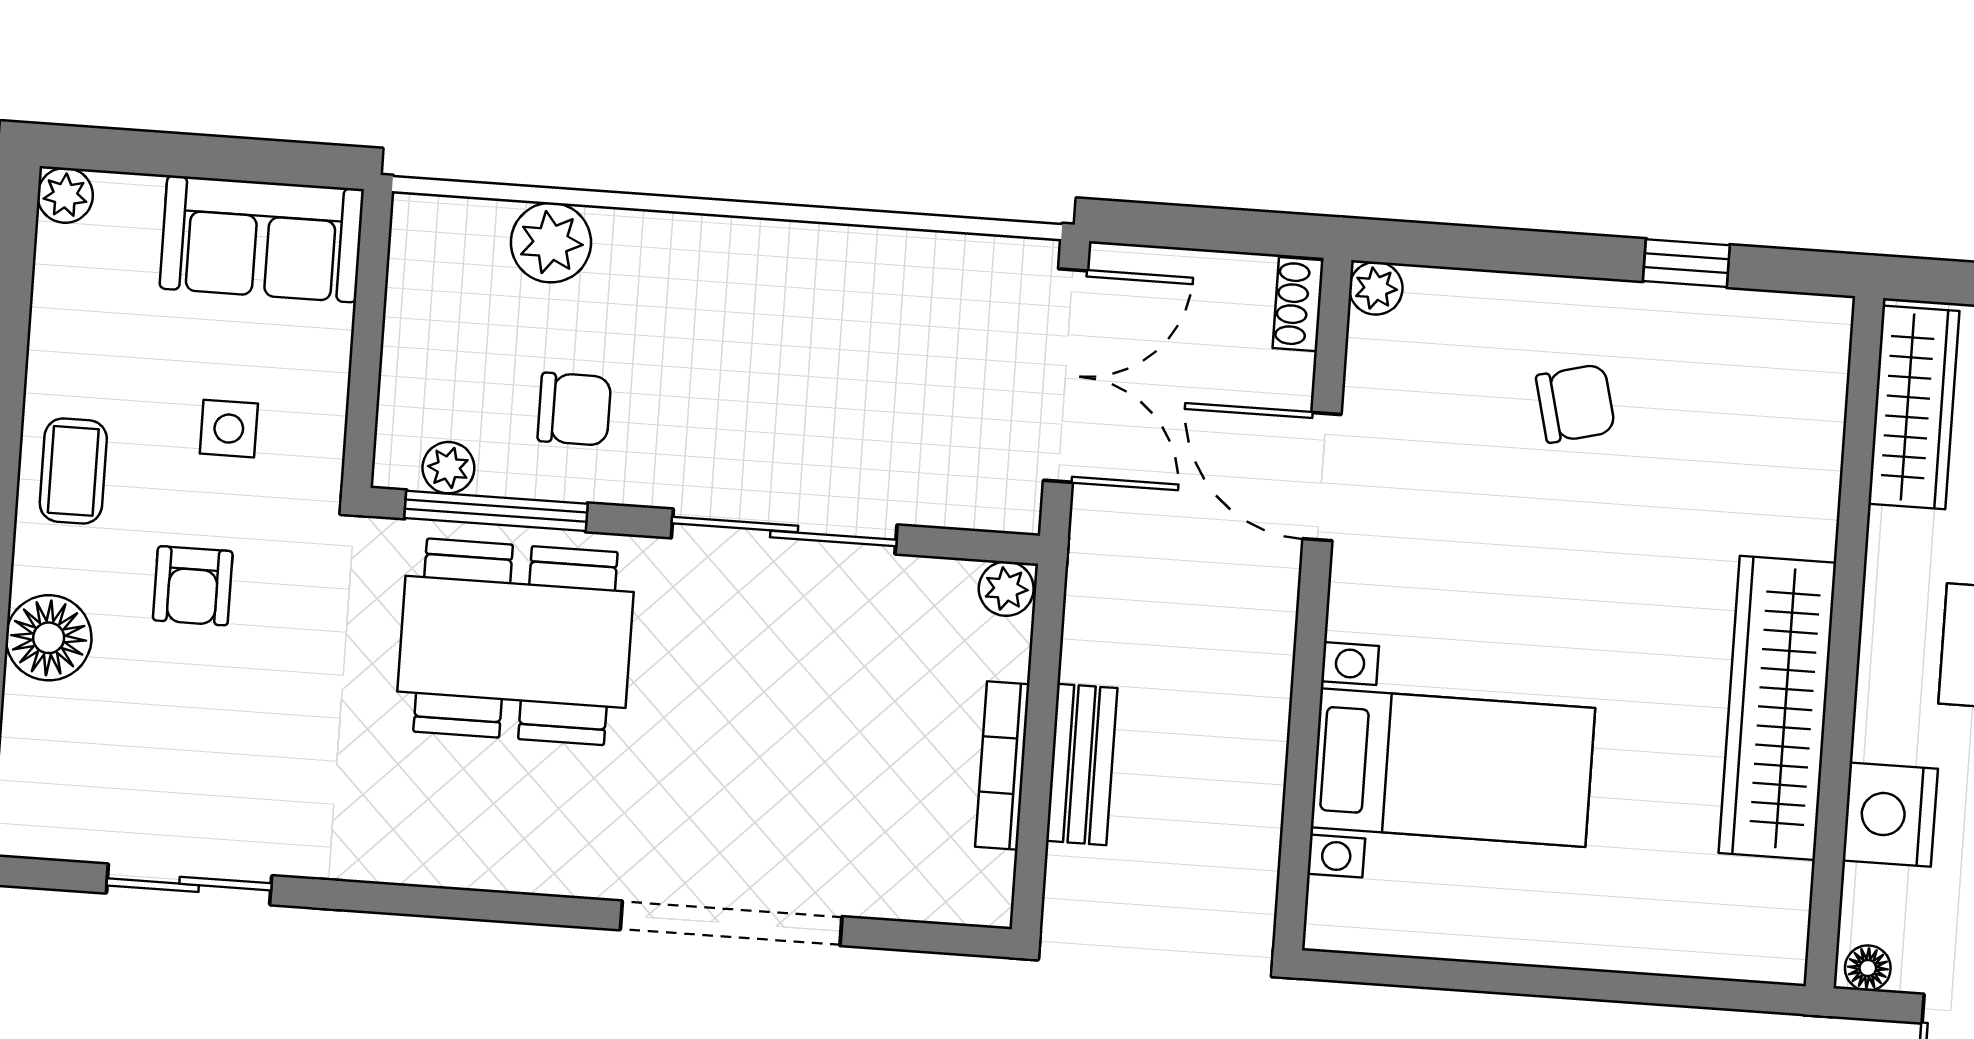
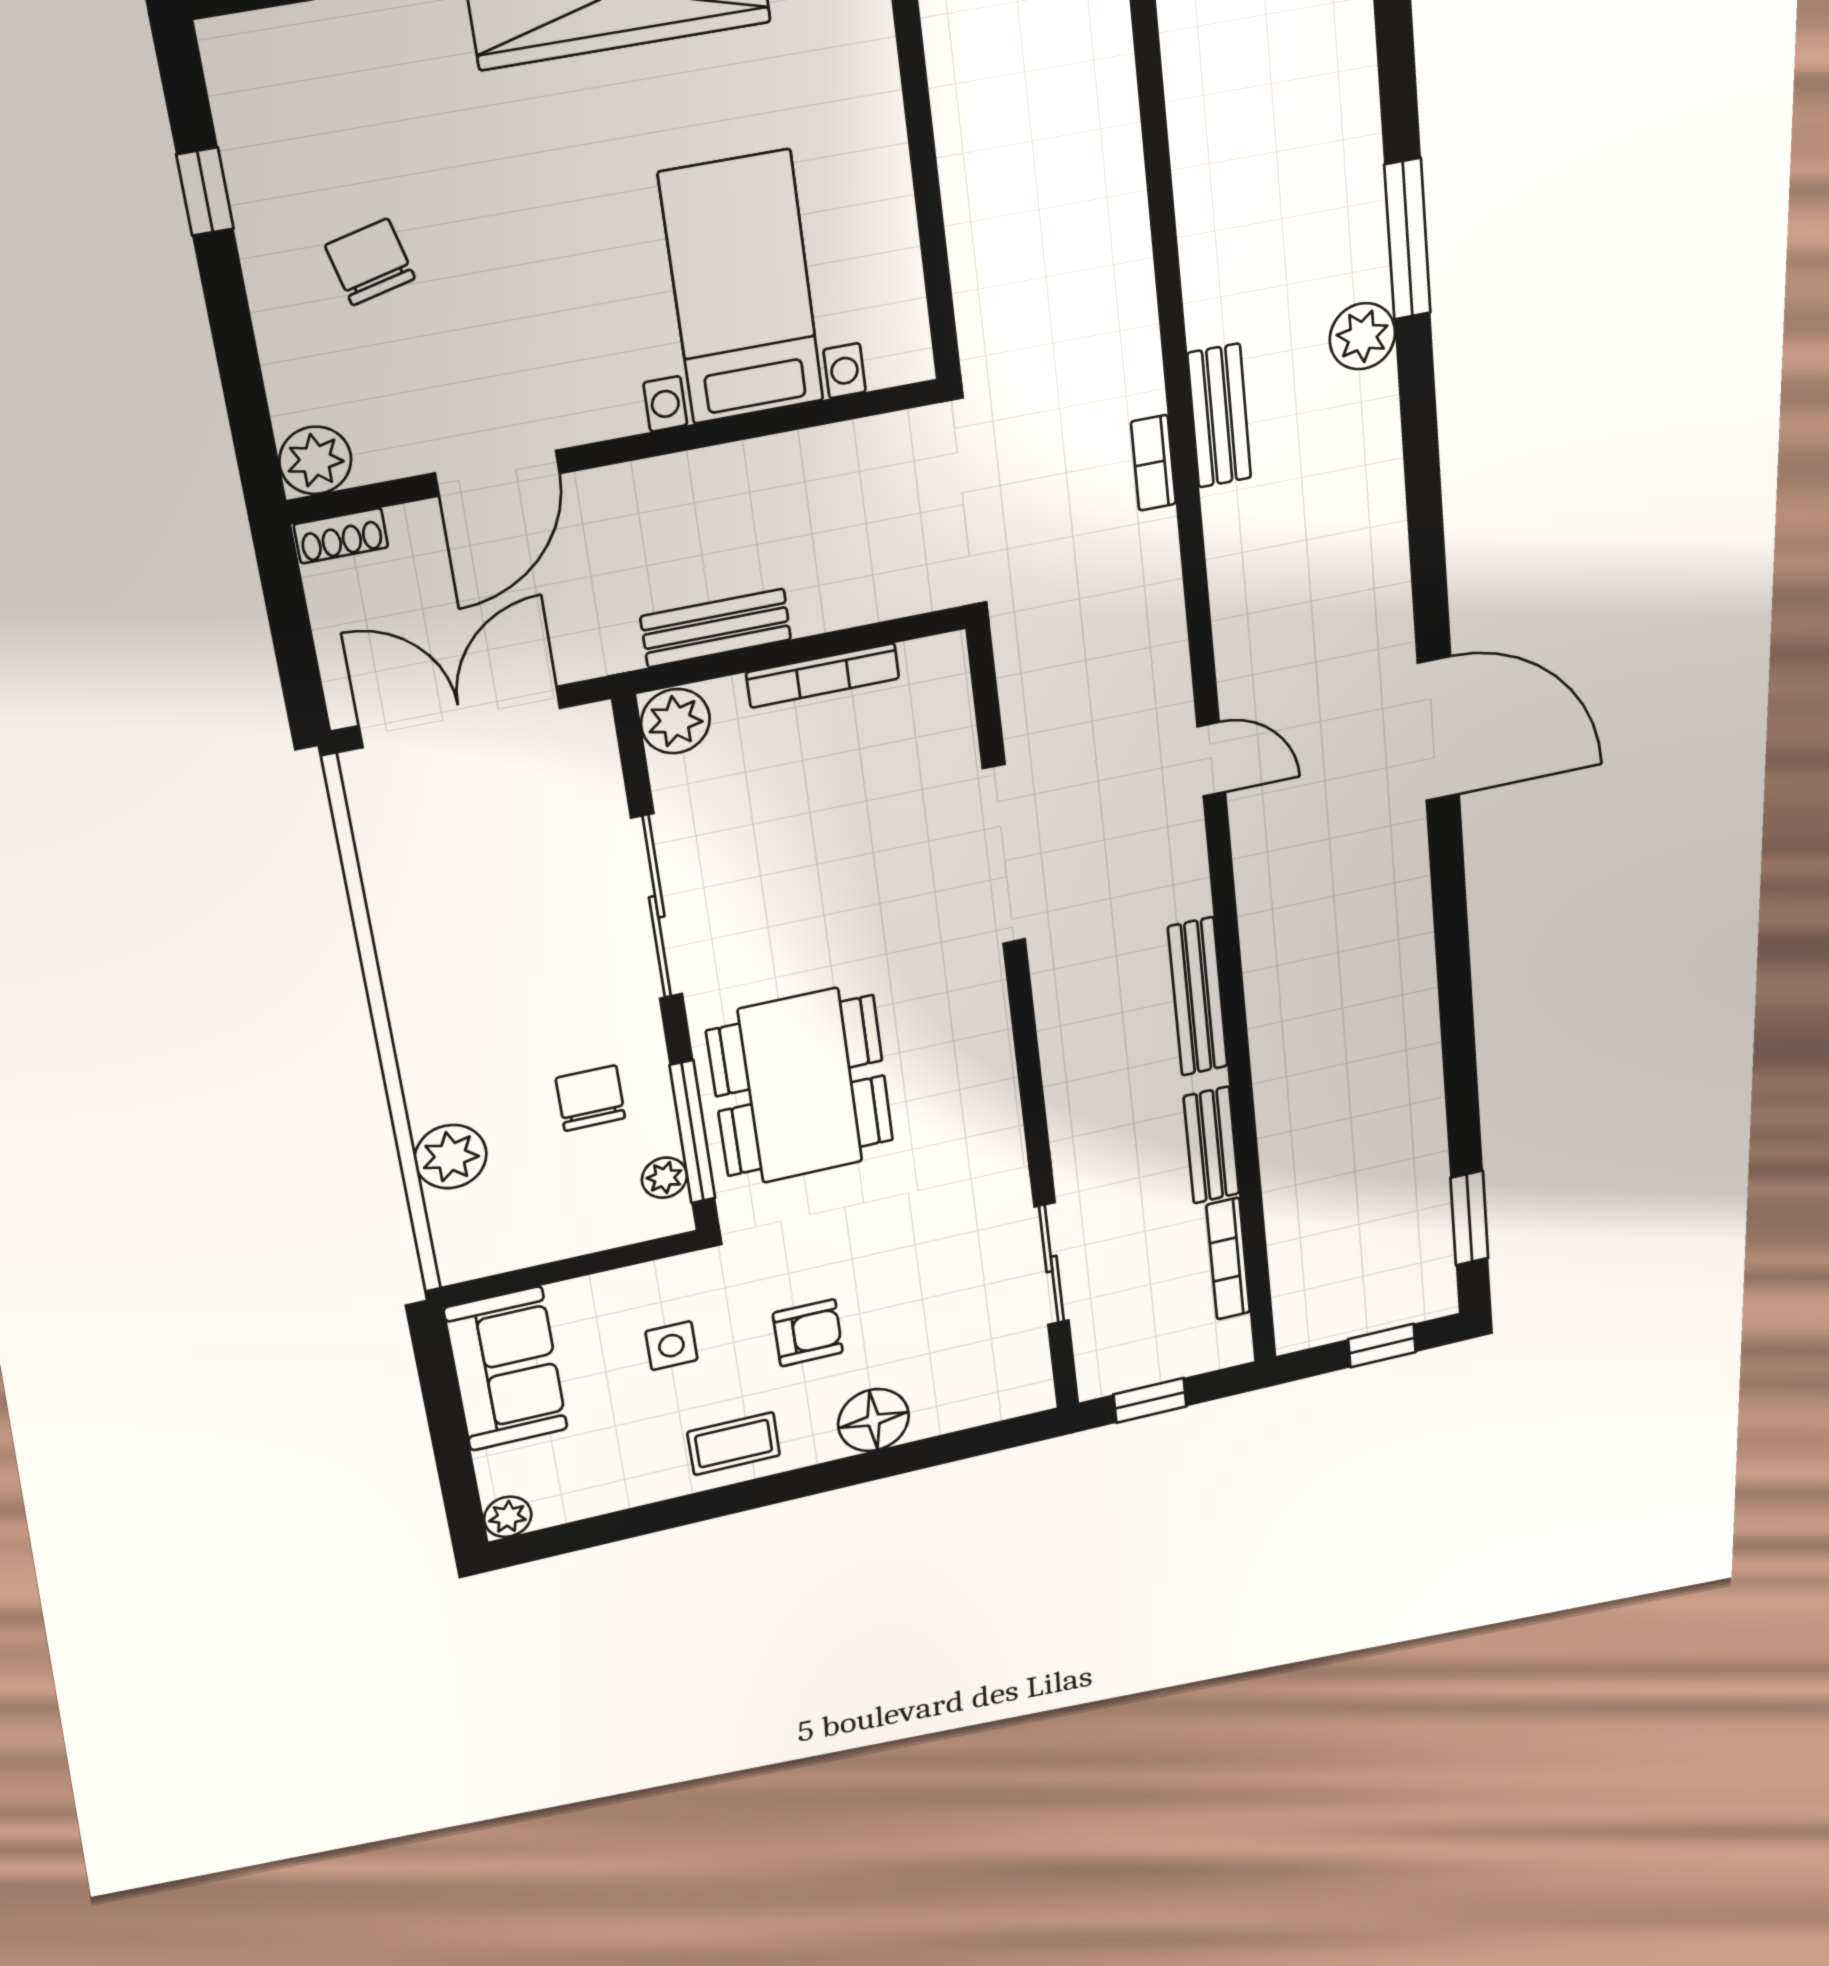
plant: (1376, 288) -> (315, 460), width x1.38, depth x1.38
plant: (1006, 589) -> (675, 721), width x1.38, depth x1.38
bench: (1082, 764) -> (716, 628), moved

